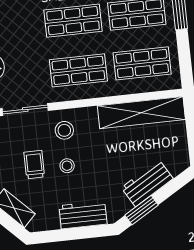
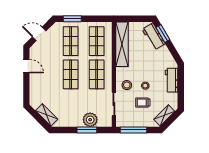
workbench: (147, 183) -> (154, 36), moved
window: (142, 210) -> (163, 34), moved

